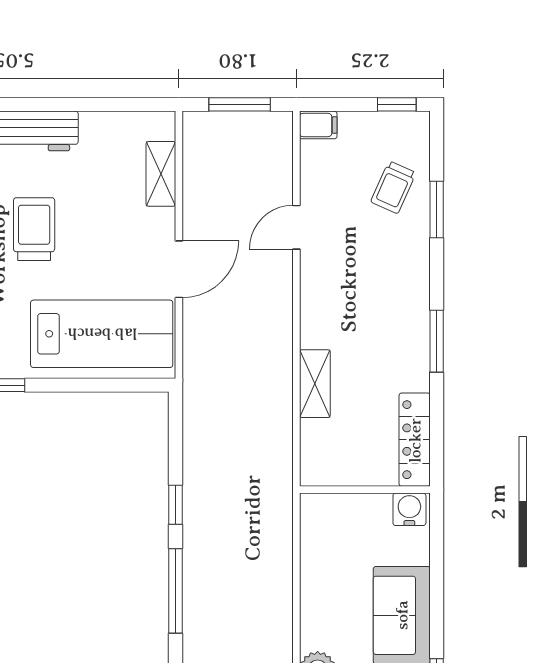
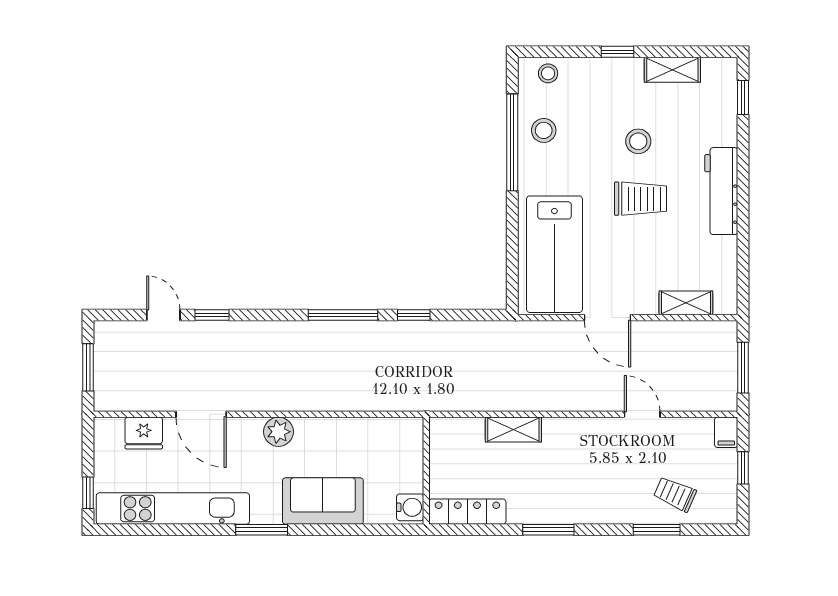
window: (397, 104) -> (743, 468), moved

